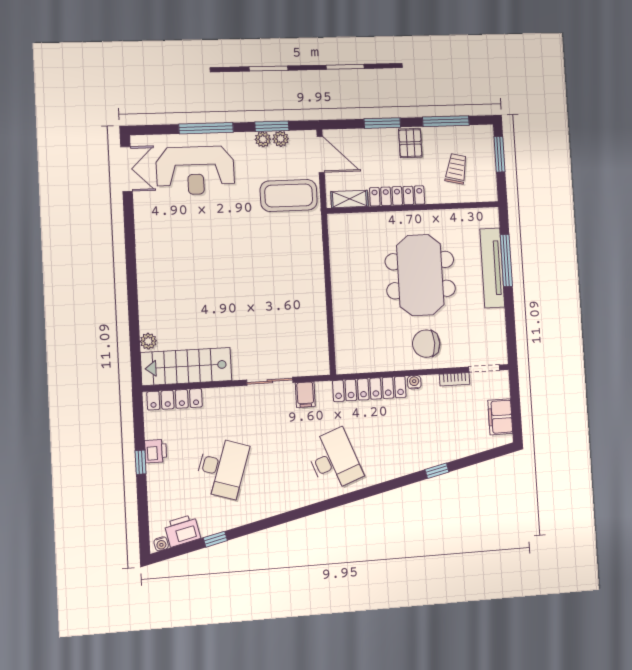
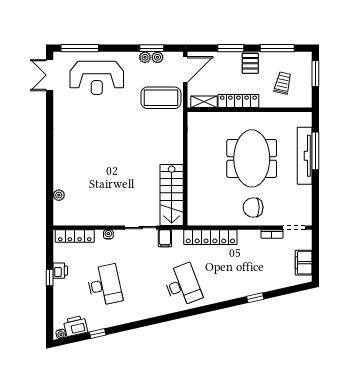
window: (206, 128) -> (80, 48), moved
door: (321, 155) -> (185, 69), hinge flipped
double door: (127, 169) -> (50, 75), swing flipped
stairs: (186, 367) -> (172, 195), moved, turned -90
water cooler: (414, 382) -> (108, 234), moved
desk: (222, 468) -> (105, 285), turned -30

